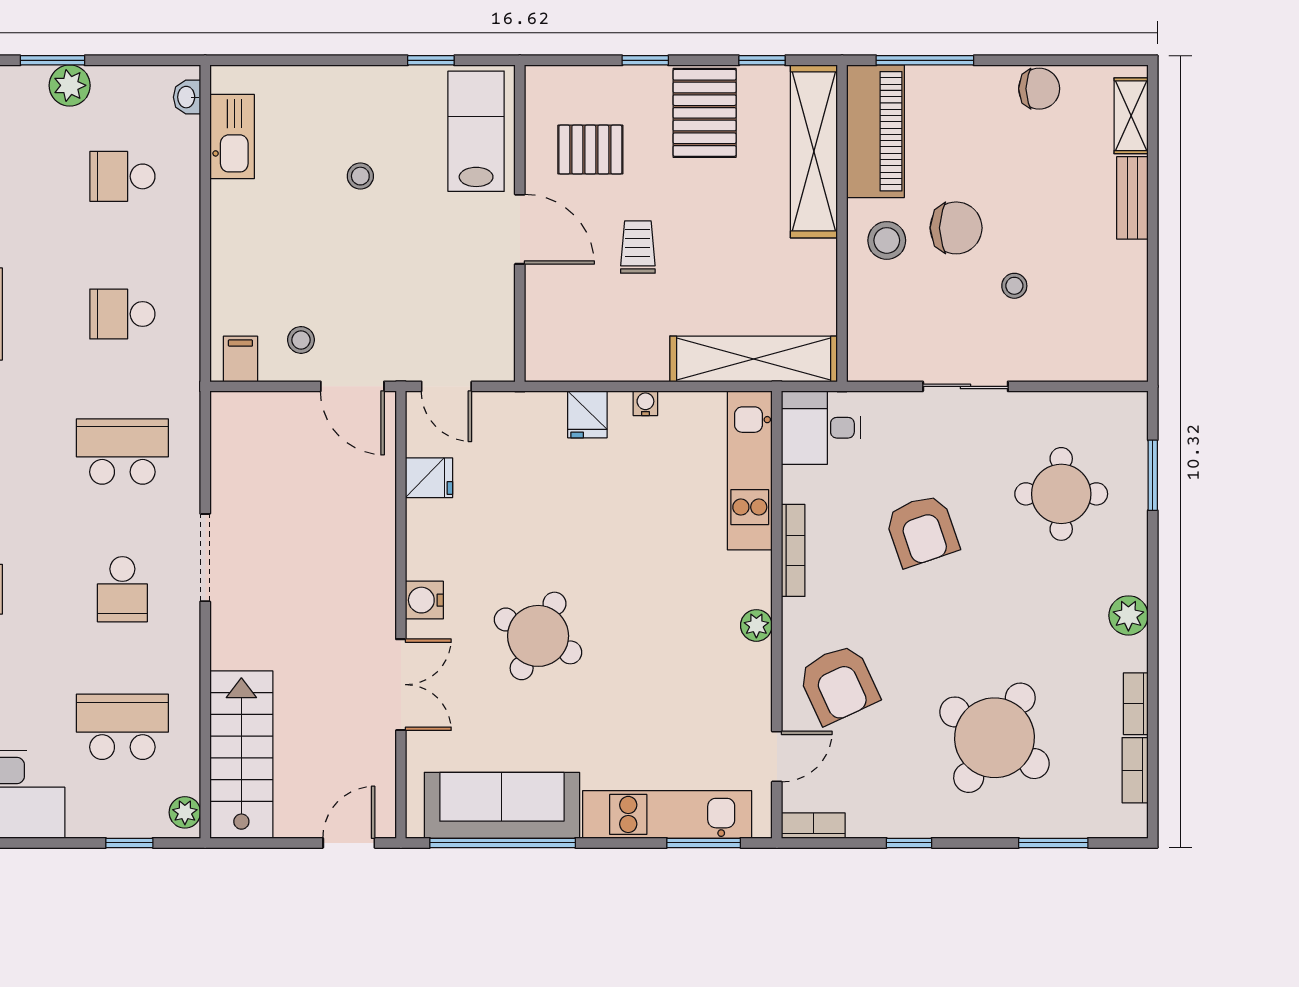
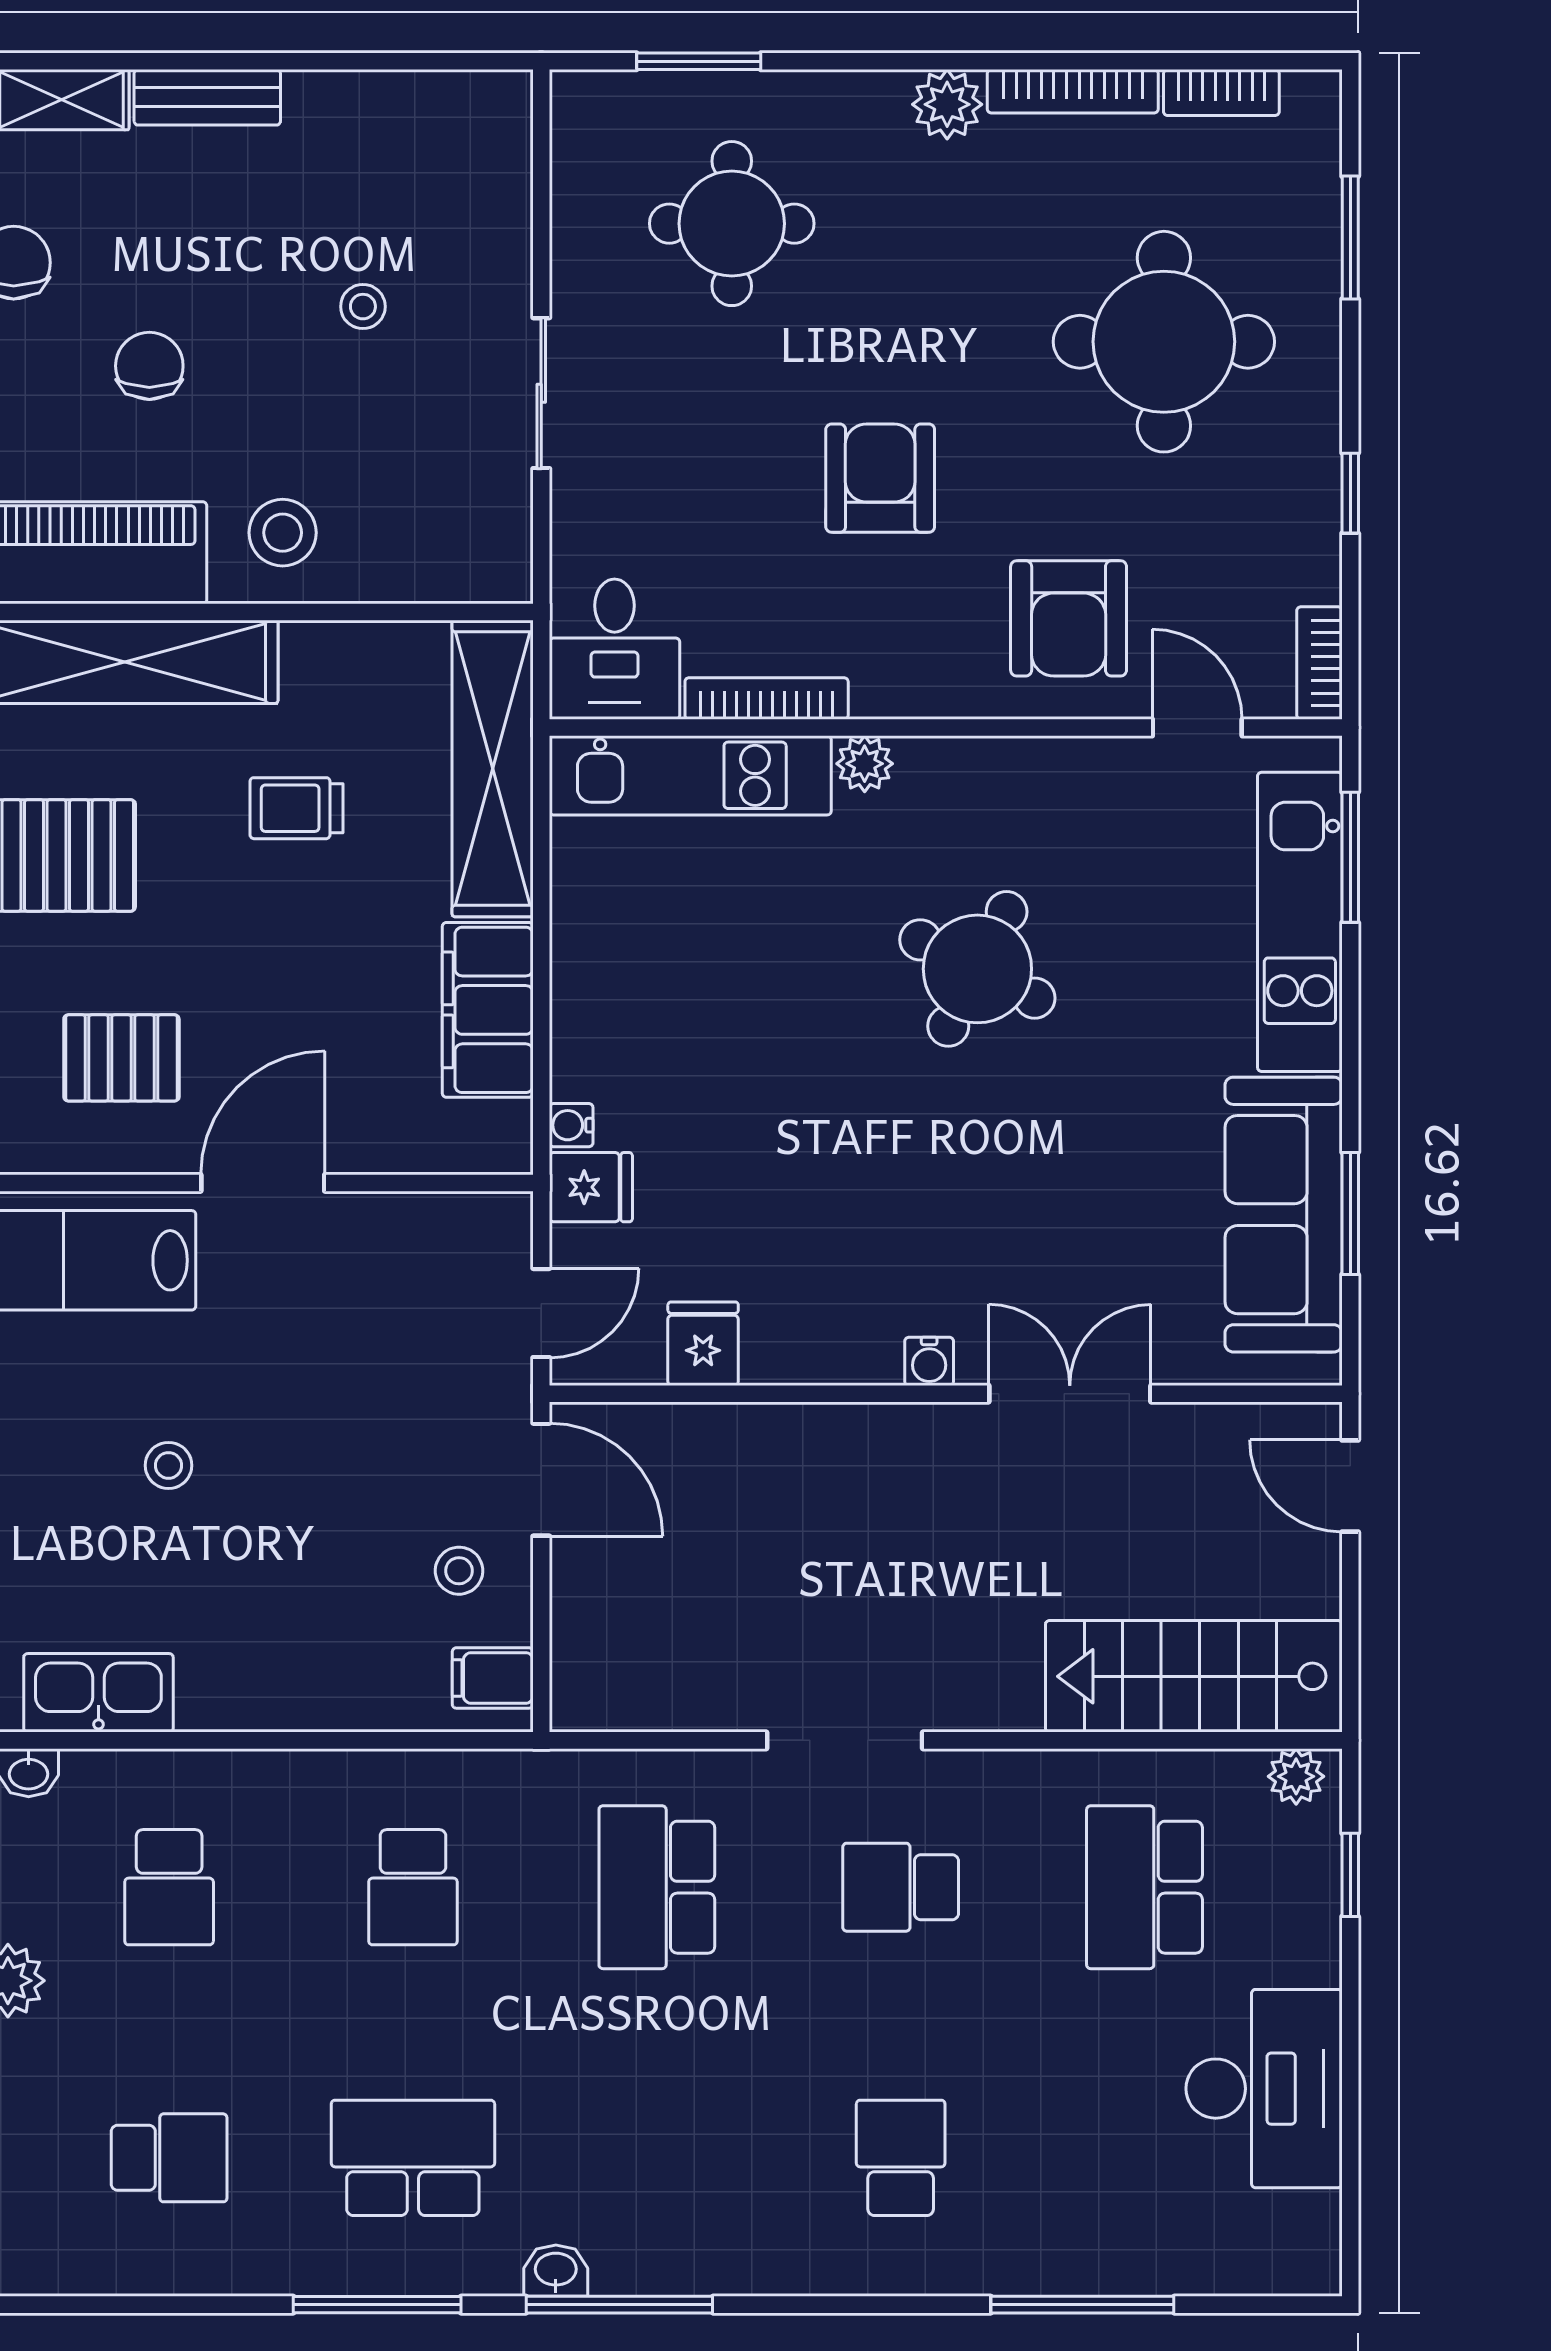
pallet: (590, 150) -> (121, 1058), turned 90
chair: (956, 228) -> (149, 366), moved, width x0.73, depth x0.73
trolley: (638, 247) -> (297, 808), moved
filing cabinet: (617, 356) -> (488, 1010), added
door: (352, 386) -> (541, 1480), hinge flipped
water cooler: (645, 403) -> (571, 1125), moved
fridge: (587, 414) -> (591, 1187), moved
armchair: (922, 531) -> (880, 478), moved, turned -71
bookcase: (793, 550) -> (767, 698), moved
school desk: (122, 589) -> (901, 1887), turned 180
water cooler: (424, 600) -> (929, 1361), width x0.72, depth x0.72
plant: (756, 625) -> (865, 764), moved
round table: (538, 636) -> (977, 969), moved
armchair: (838, 684) -> (1069, 618), turned 115
bookcase: (1136, 704) -> (1073, 91), width x1.56
round table: (994, 738) -> (1164, 342), turned -33
window: (503, 843) -> (1350, 1213), width x0.47

